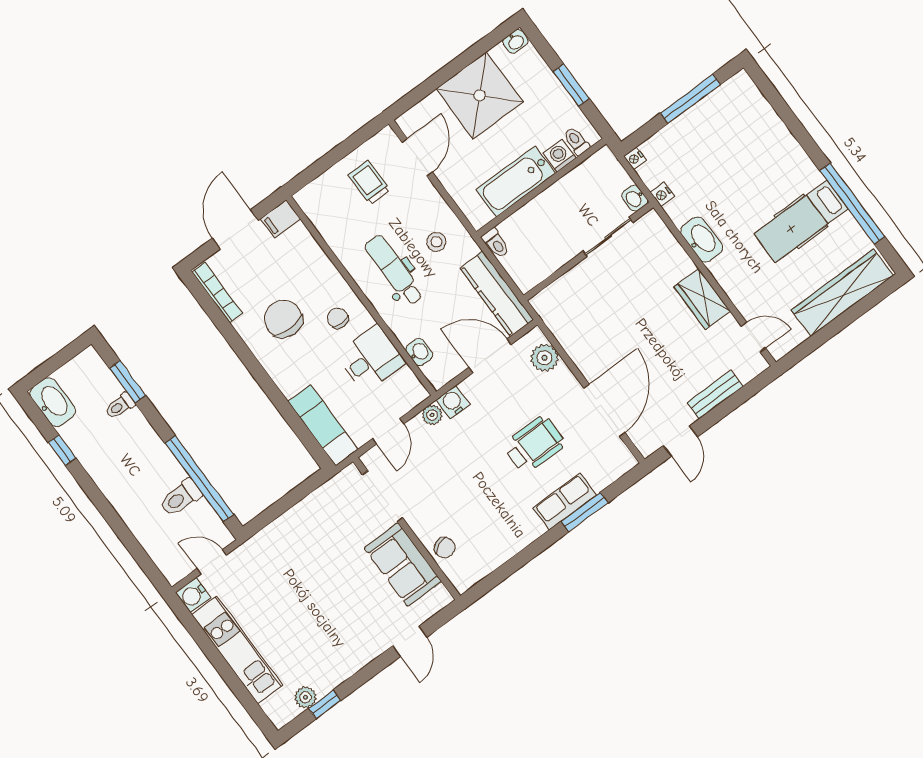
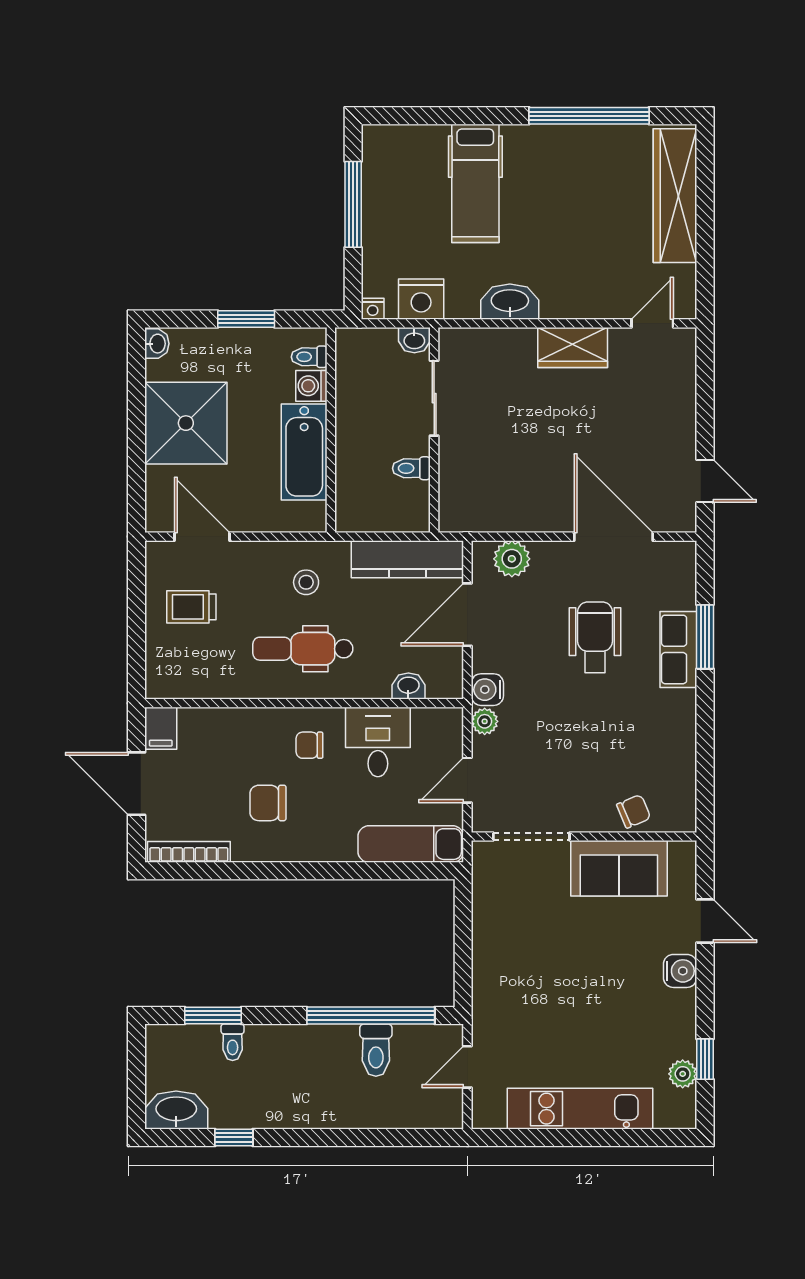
nightstand: (662, 194) -> (421, 299), width x1.89, depth x1.79
hospital bed: (801, 221) -> (475, 183), moved
toilet: (496, 243) -> (411, 468), moved, turned 180
chair: (283, 319) -> (268, 803), width x0.73, depth x0.73
bench: (715, 395) -> (683, 408), removed
door: (388, 431) -> (467, 780), swing flipped
water cooler: (193, 595) -> (680, 971), moved, turned -90

